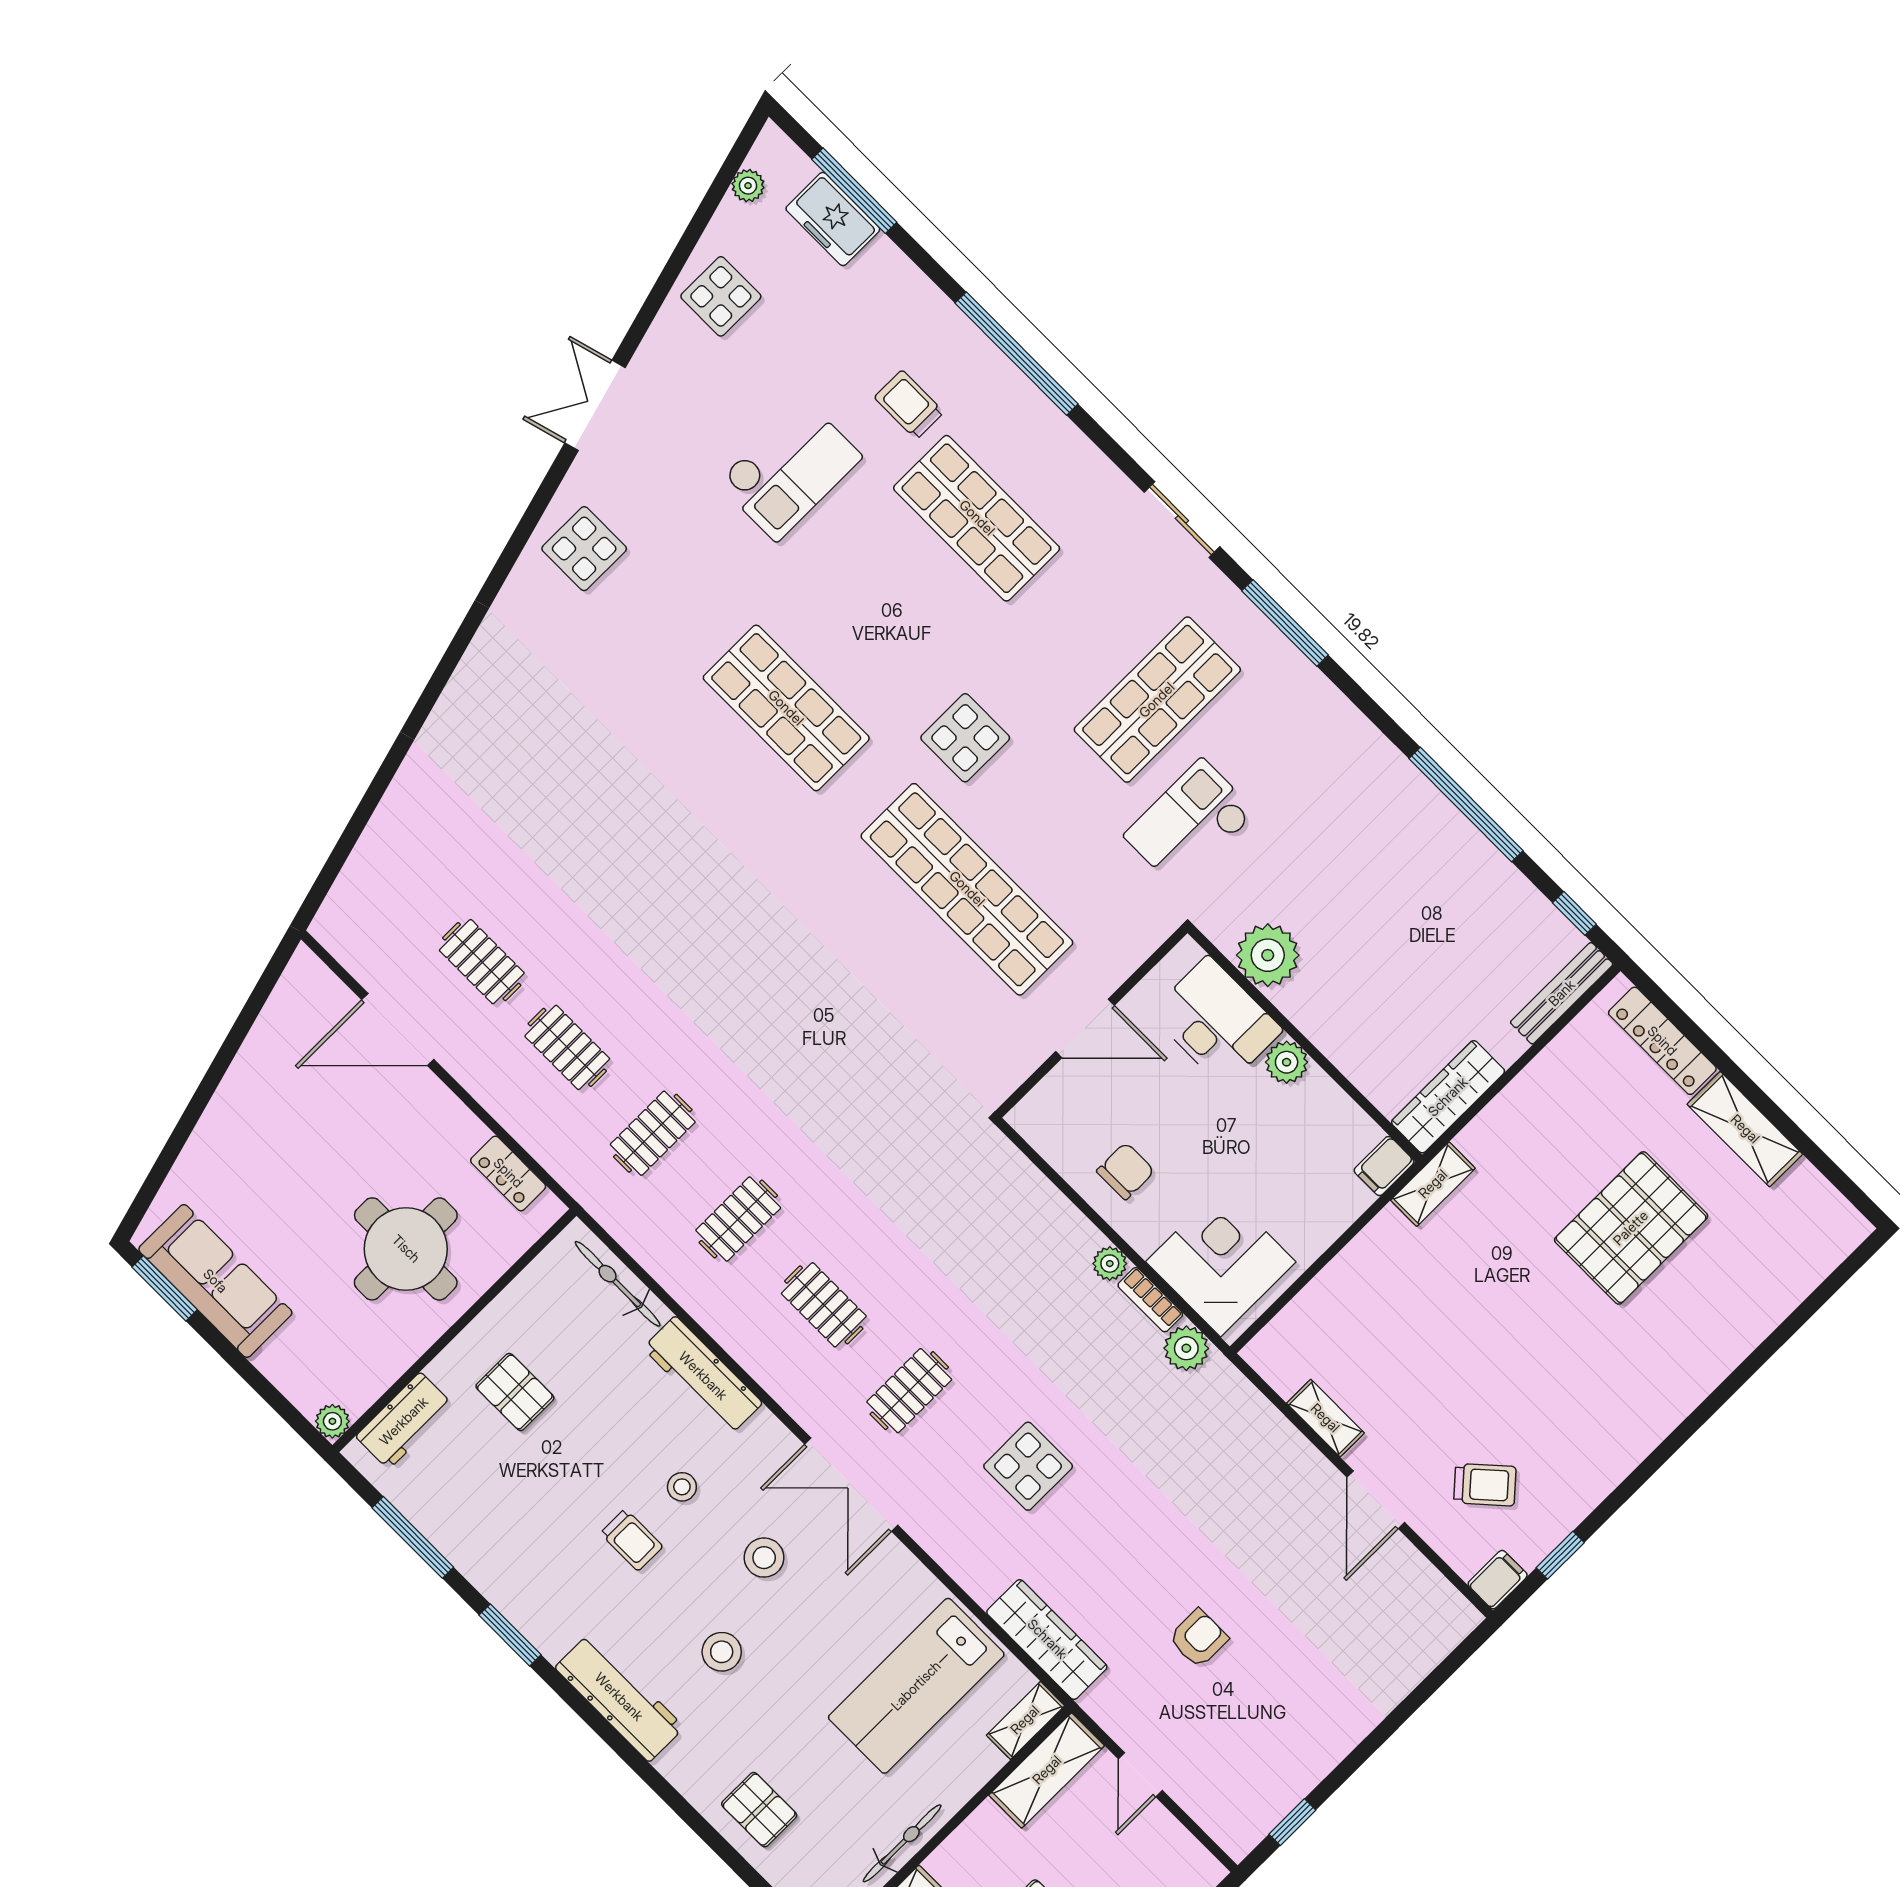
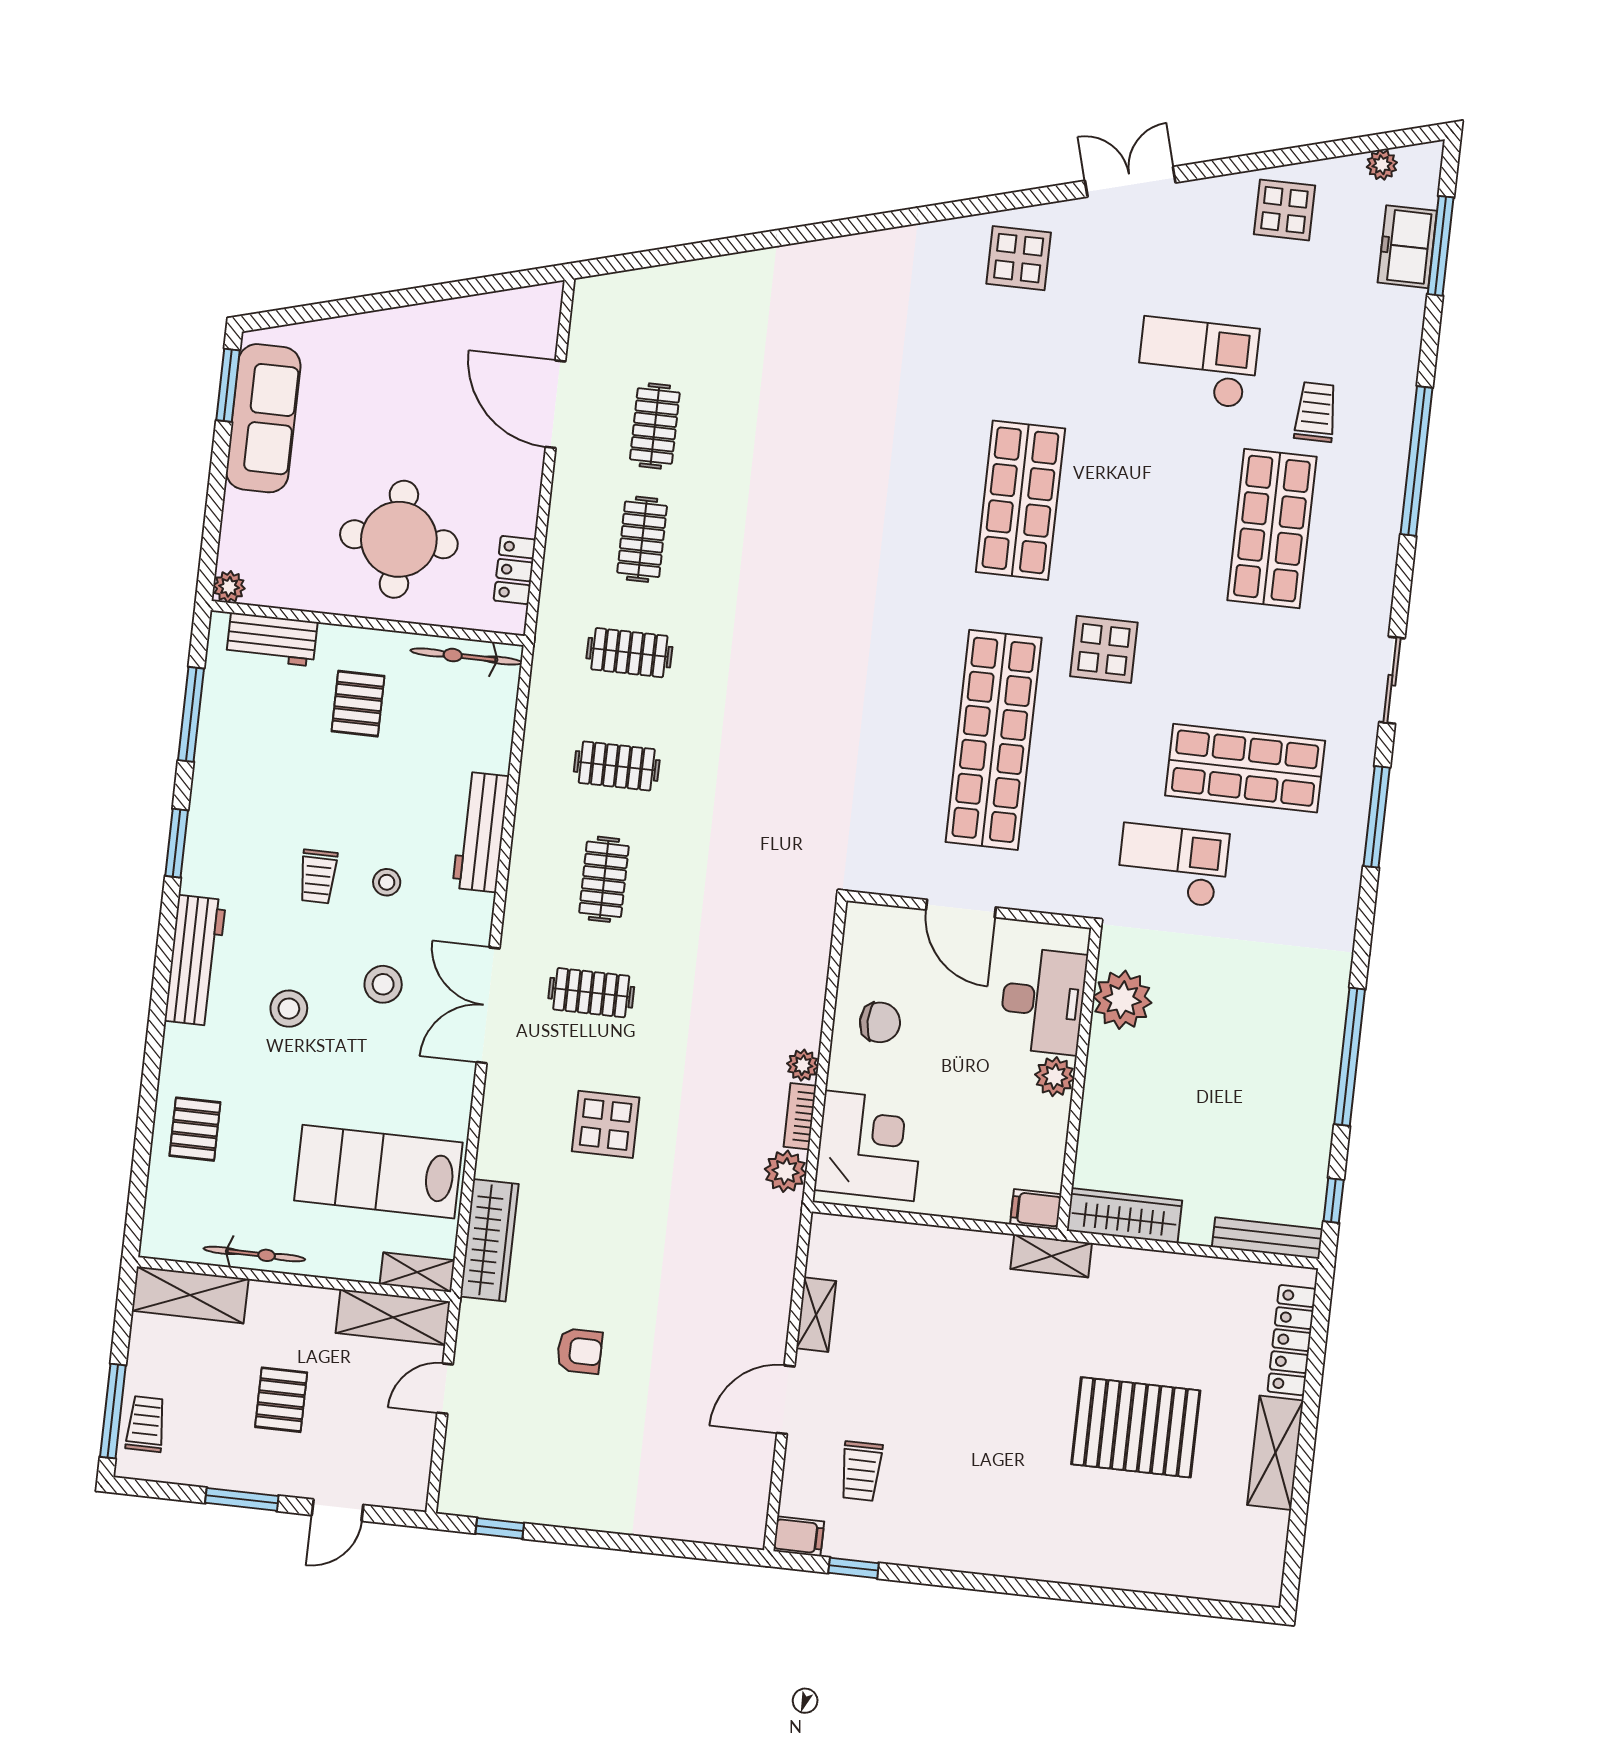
checkout: (790, 470) -> (1198, 363), turned 180
bicycle: (618, 1284) -> (466, 657), moved, turned -90
trolley: (1485, 1485) -> (861, 1471), turned 42

